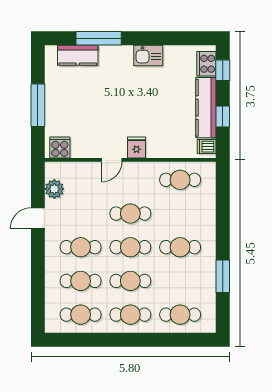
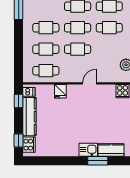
window: (99, 38) -> (98, 161), width x0.69
kitchen sink: (148, 56) -> (88, 150), moved
window: (223, 117) -> (19, 101), moved
fridge: (137, 148) -> (60, 91), moved
cafe table: (180, 214) -> (46, 49), added

